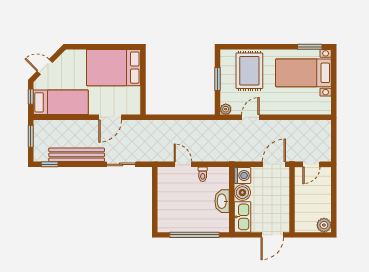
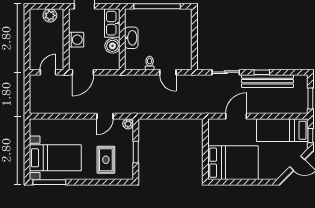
window: (310, 47) -> (49, 182), width x1.44
rug: (249, 71) -> (106, 160), width x0.73, depth x0.70
window: (50, 164) -> (262, 72), moved
washing machine: (242, 176) -> (76, 40), moved, turned 180
plant: (324, 225) -> (50, 15), moved

